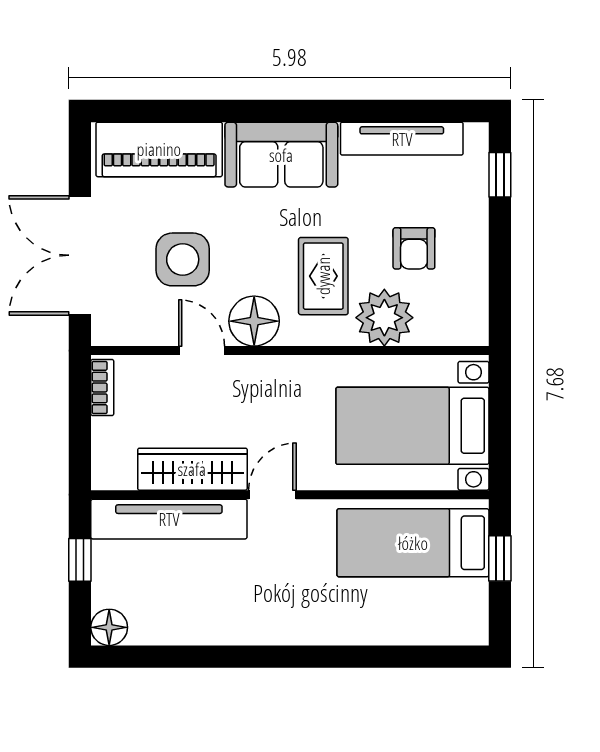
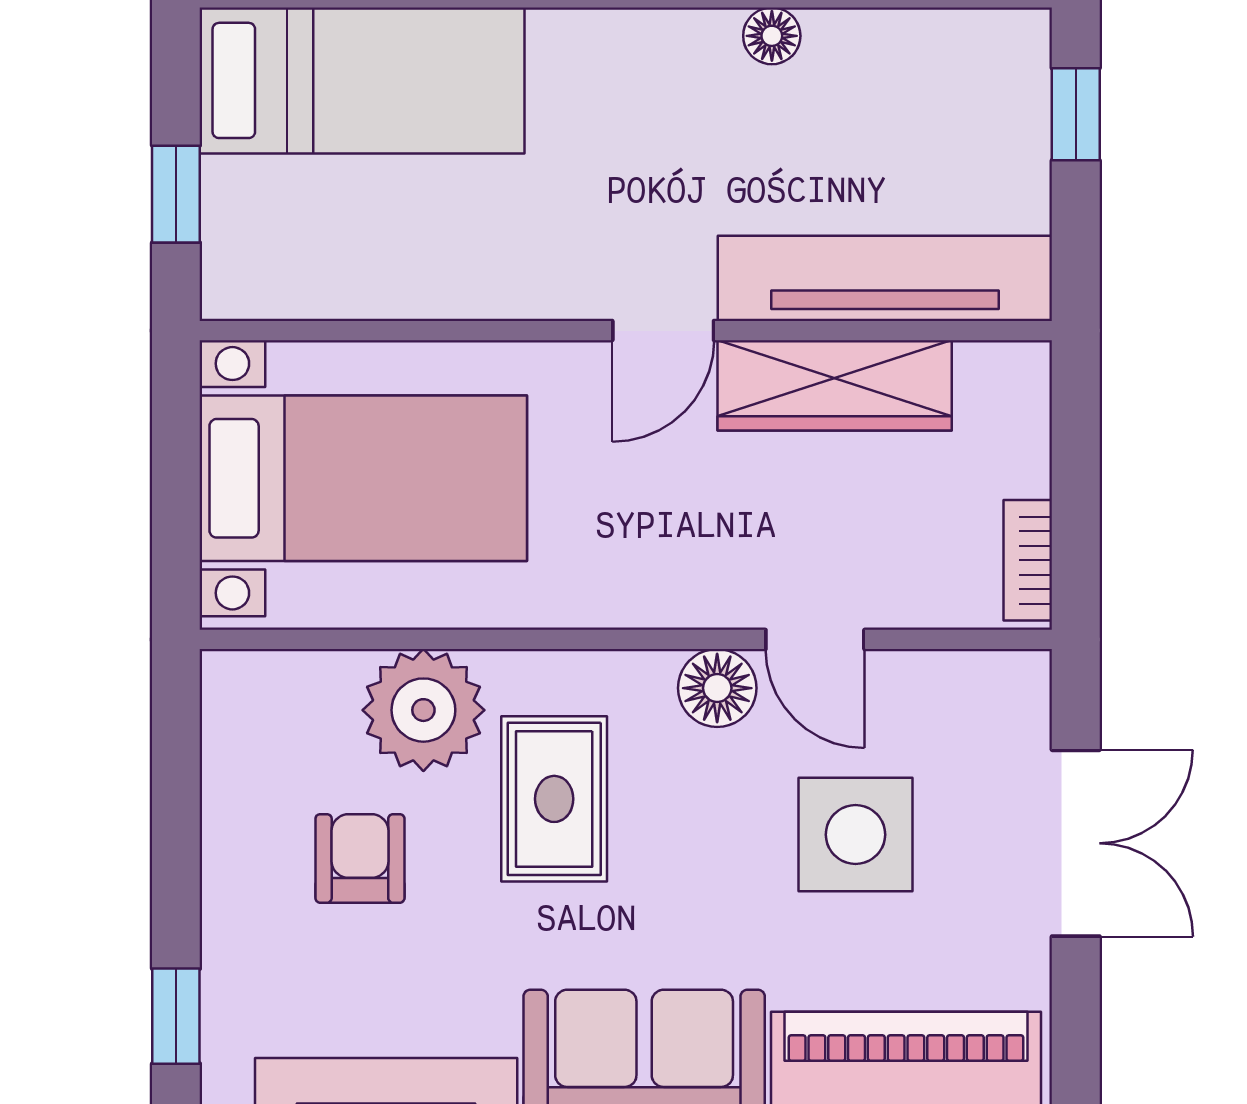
double door: (80, 255) -> (1076, 843), width x0.73
floor lamp: (254, 321) -> (717, 688), width x0.73, depth x0.73
bed: (413, 543) -> (362, 80), moved
window: (80, 560) -> (1076, 114), moved
floor lamp: (109, 627) -> (772, 36), moved, width x0.73, depth x0.73

